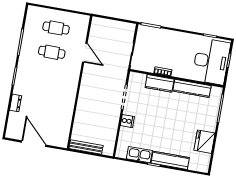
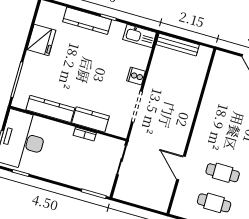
bench: (86, 147) -> (178, 45), moved
kitchen sink: (139, 155) -> (140, 36), moved

